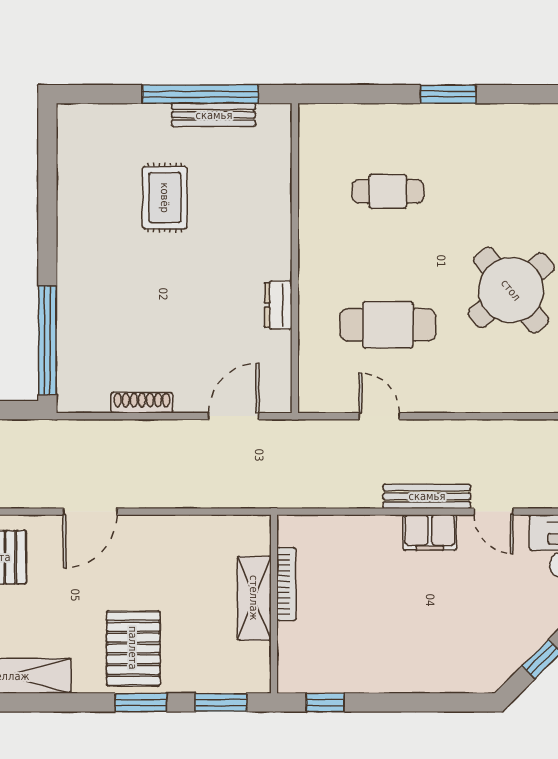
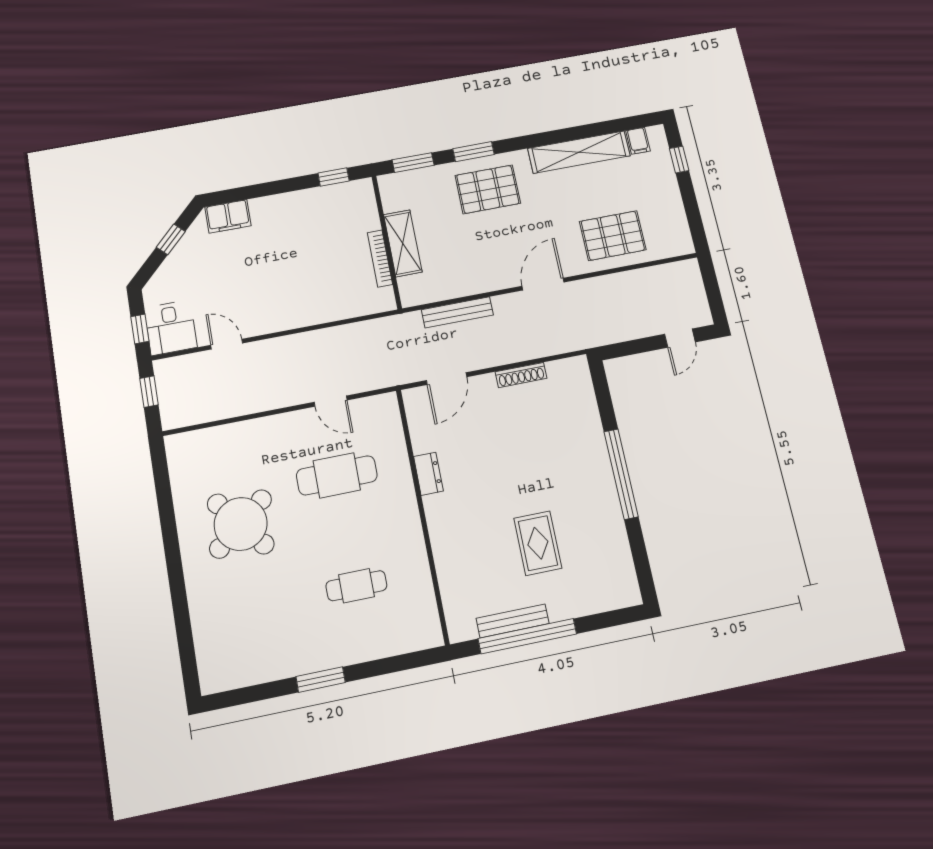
window: (47, 340) -> (621, 474), moved
bench: (427, 496) -> (457, 312), moved
filing cabinet: (430, 532) -> (228, 216), moved, turned 180
pallet: (133, 648) -> (488, 189), turned 90

